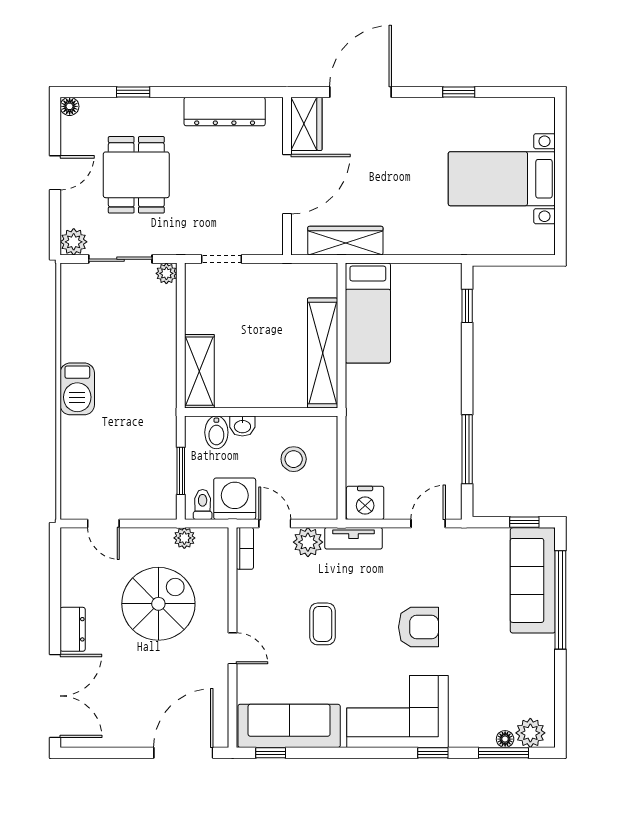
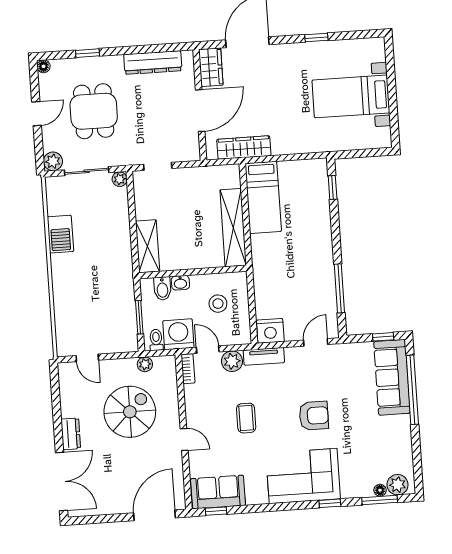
barbecue: (77, 389) -> (60, 234), moved
sofa: (289, 726) -> (218, 492), width x0.73

